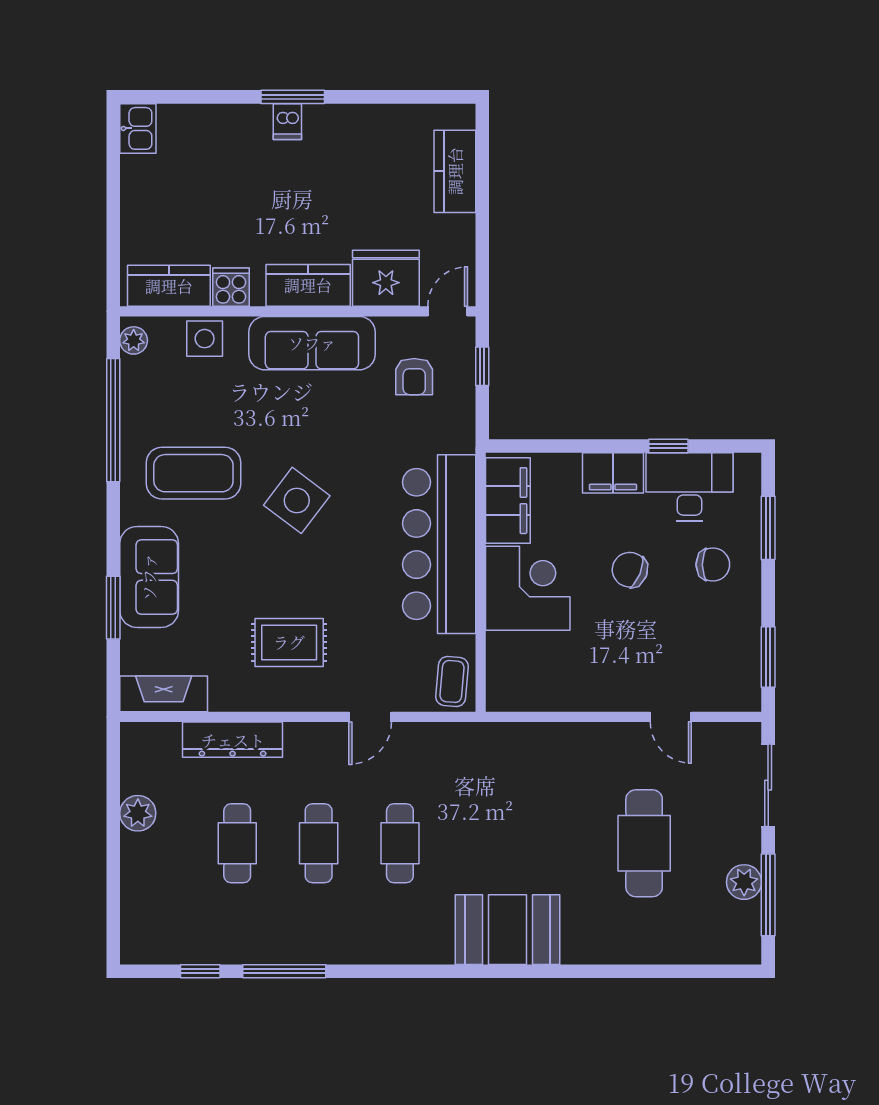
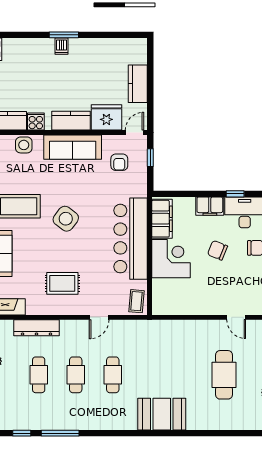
kitchen counter: (455, 171) -> (138, 84), moved

